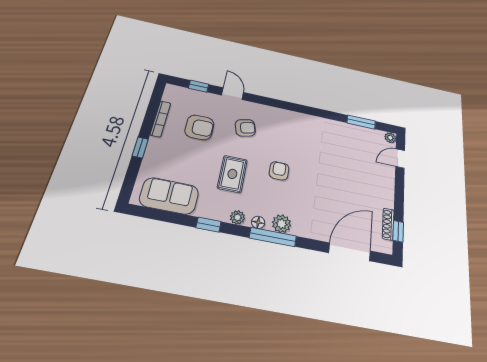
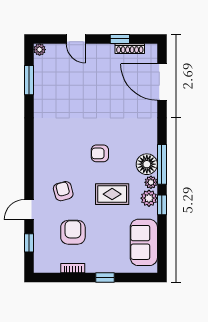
bookcase: (160, 119) -> (73, 268), width x0.64
door: (400, 158) -> (76, 39), moved
floor lamp: (258, 222) -> (147, 164), width x1.89, depth x1.89
plant: (281, 224) -> (149, 198), moved
window: (398, 231) -> (120, 39), moved
window: (273, 237) -> (162, 164), moved

